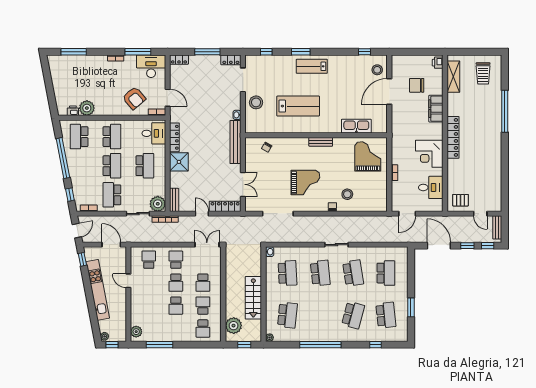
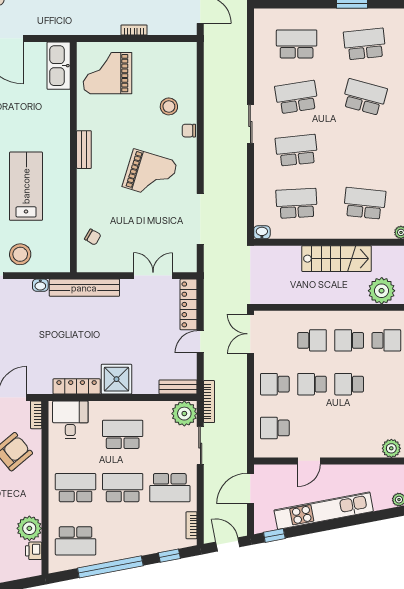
kitchen sink: (356, 126) -> (59, 66), moved
grand piano: (305, 183) -> (150, 174), turned 107
school desk: (176, 283) -> (312, 384), turned 180
school desk: (176, 306) -> (349, 384), turned 180

